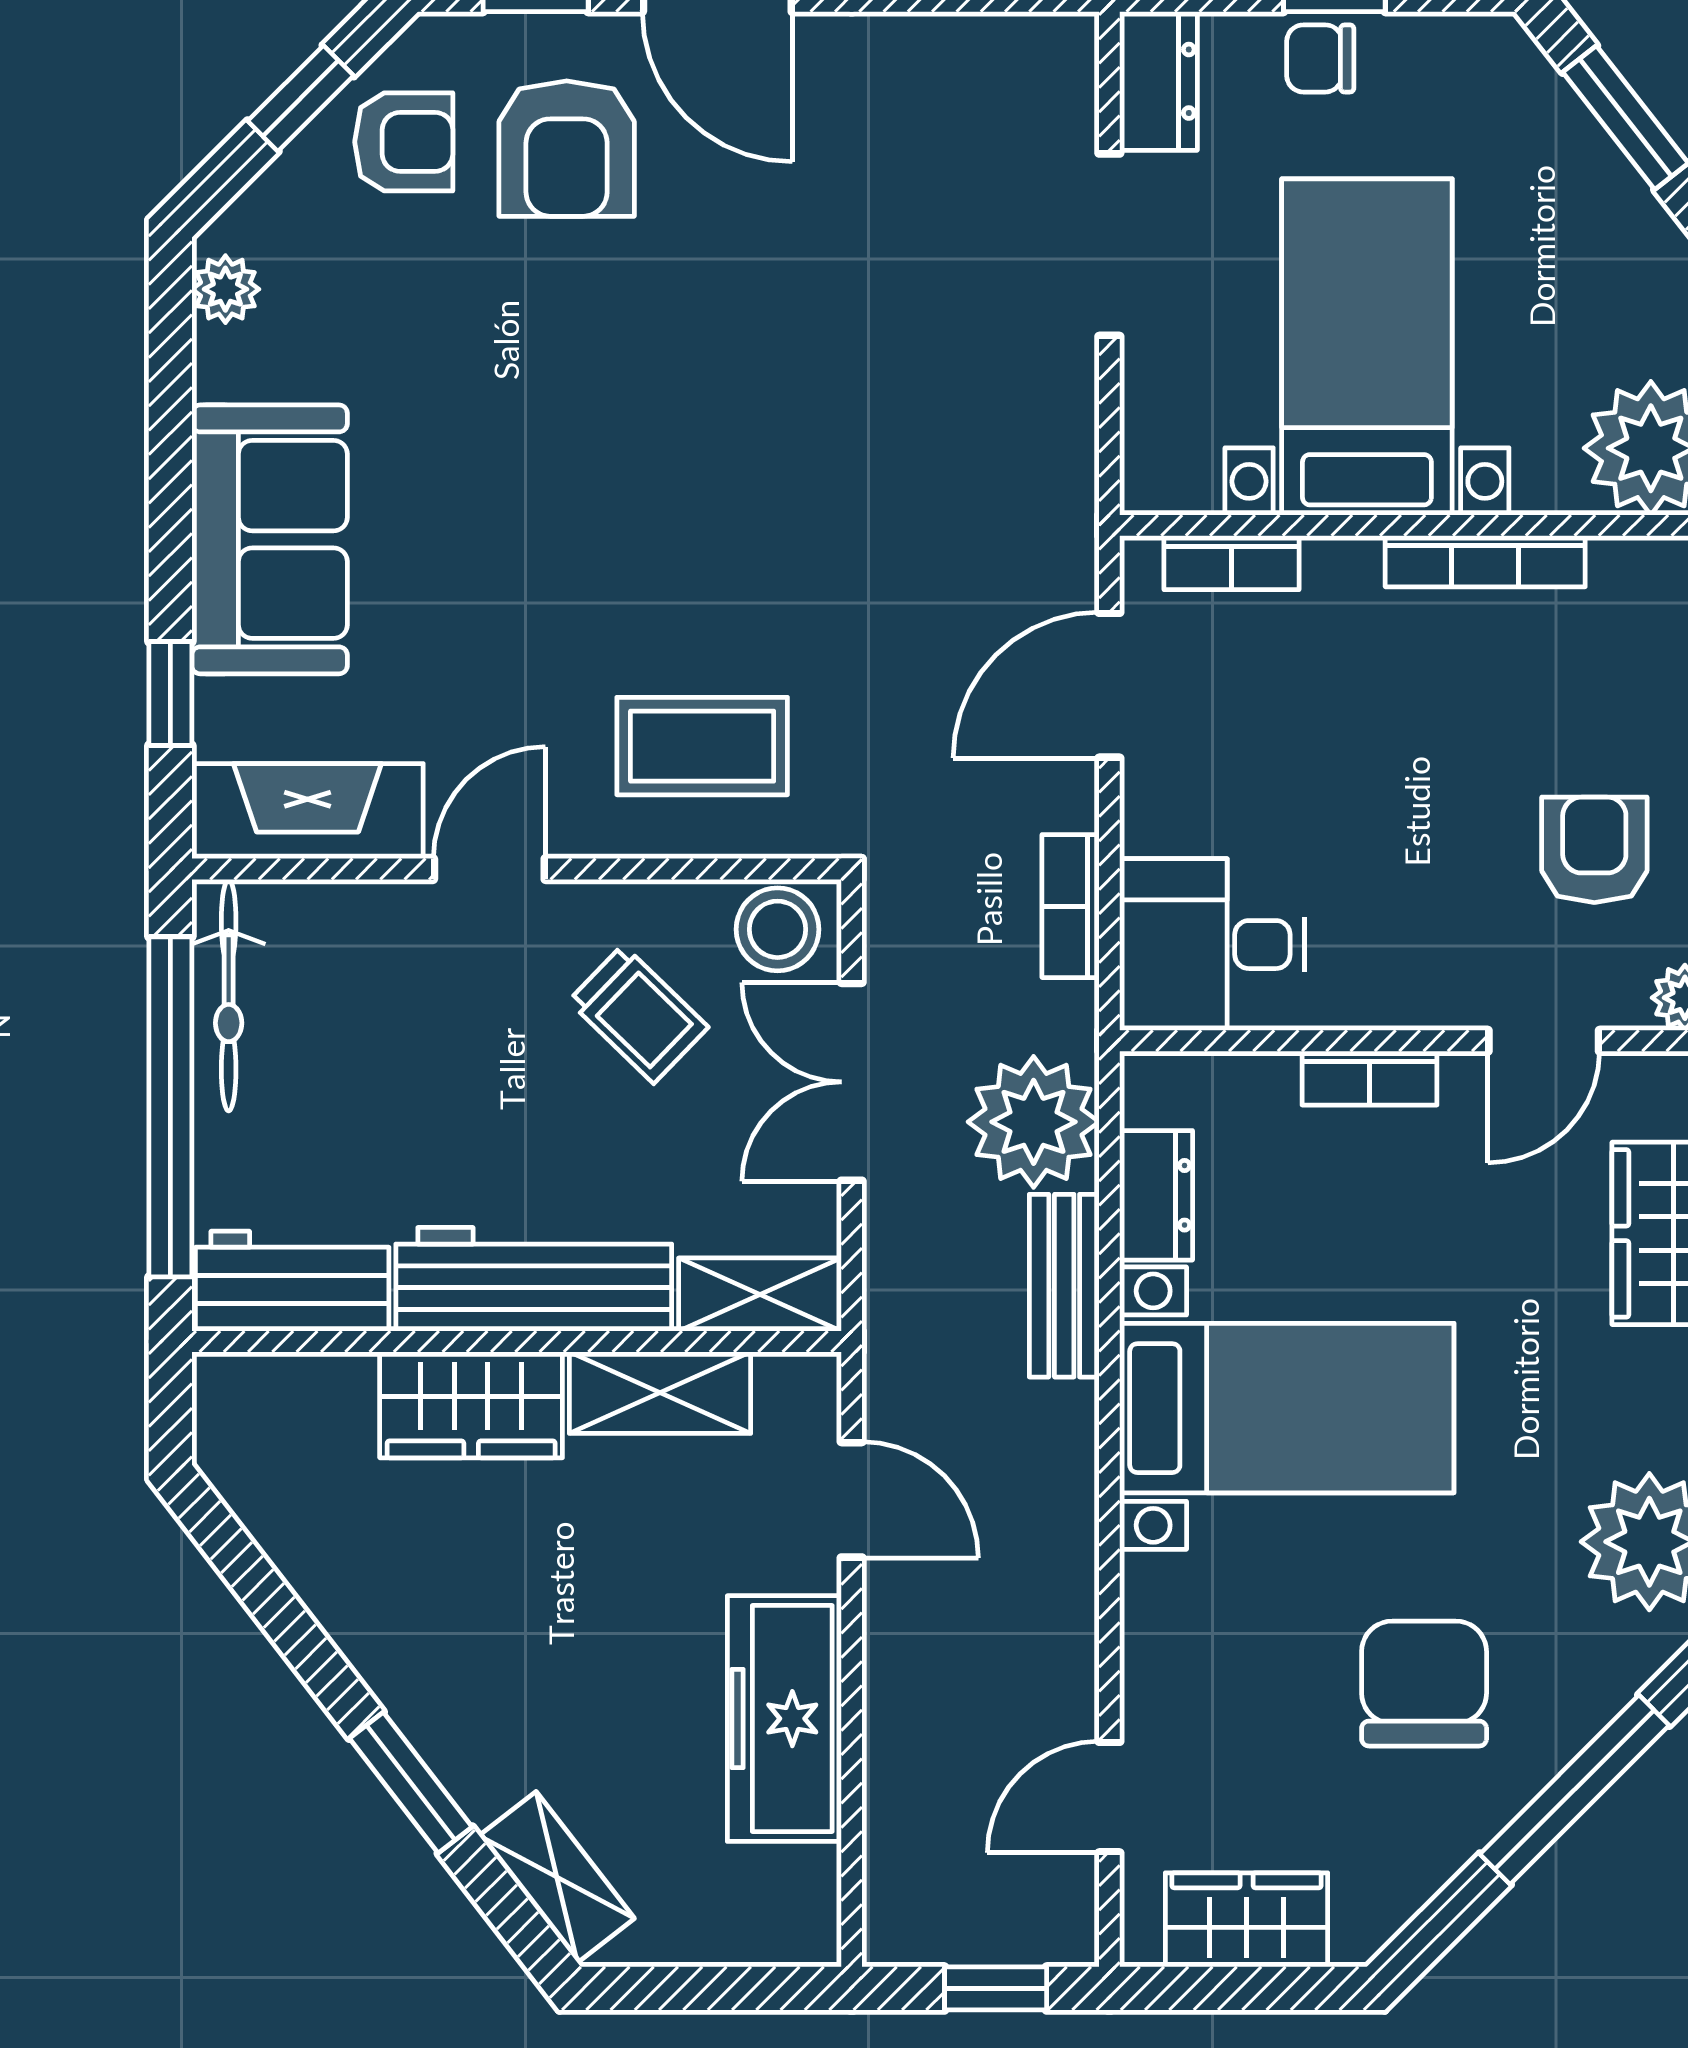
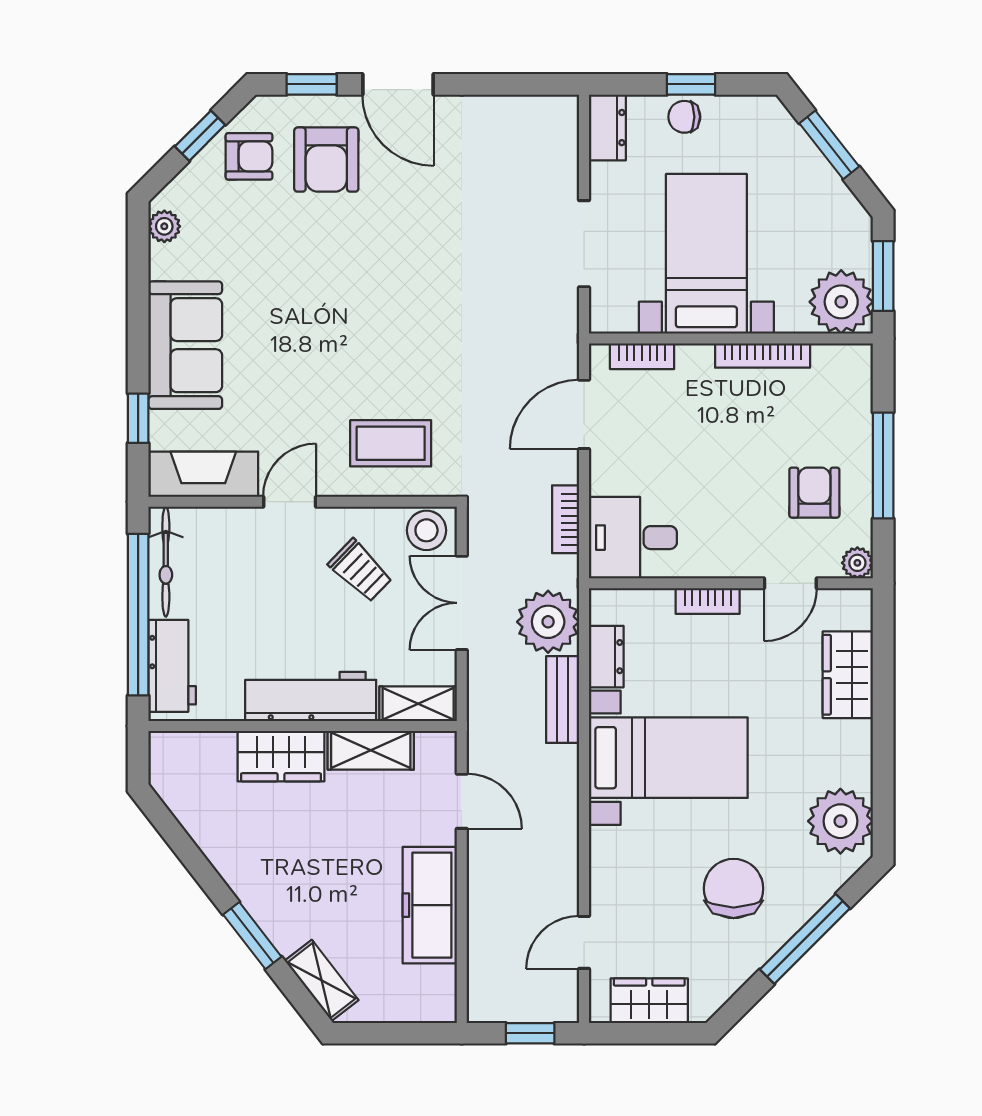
doorway: (1109, 245) -> (584, 244), moved
workbench: (292, 1281) -> (172, 666), moved, turned 90

